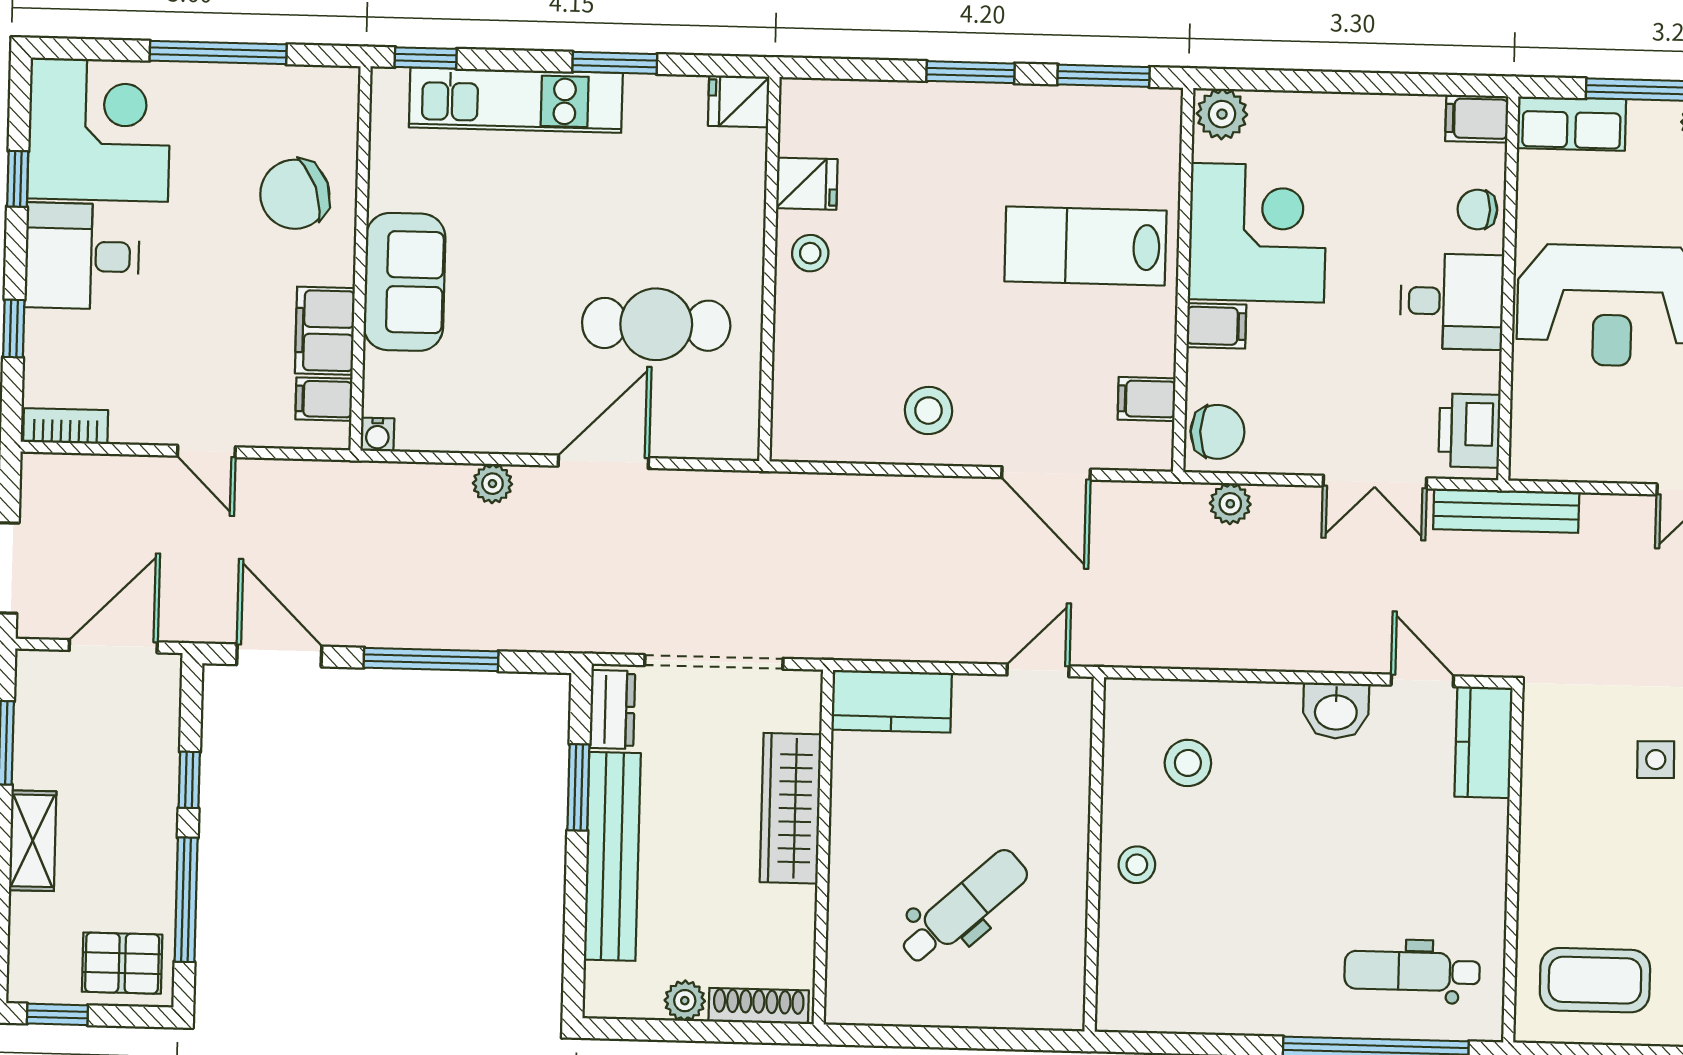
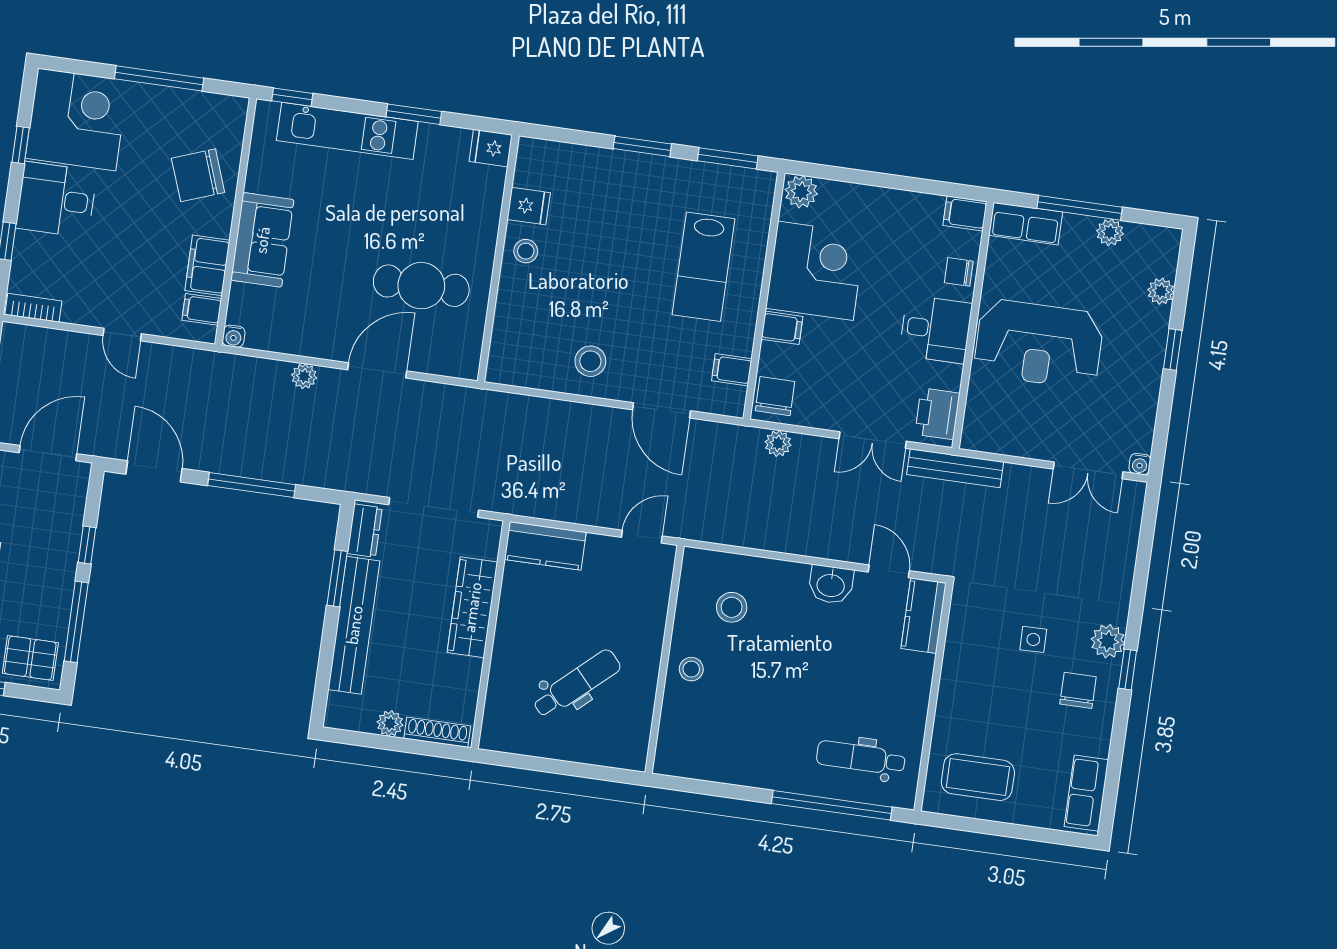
lab bench: (1085, 246) -> (704, 267), turned -90
chair: (1217, 432) -> (775, 396), turned -90

